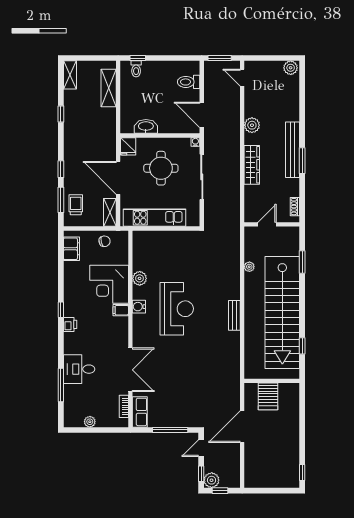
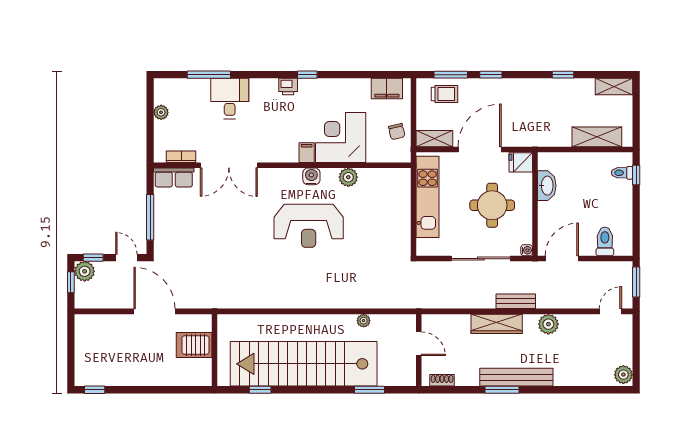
bench: (234, 315) -> (516, 301), moved

